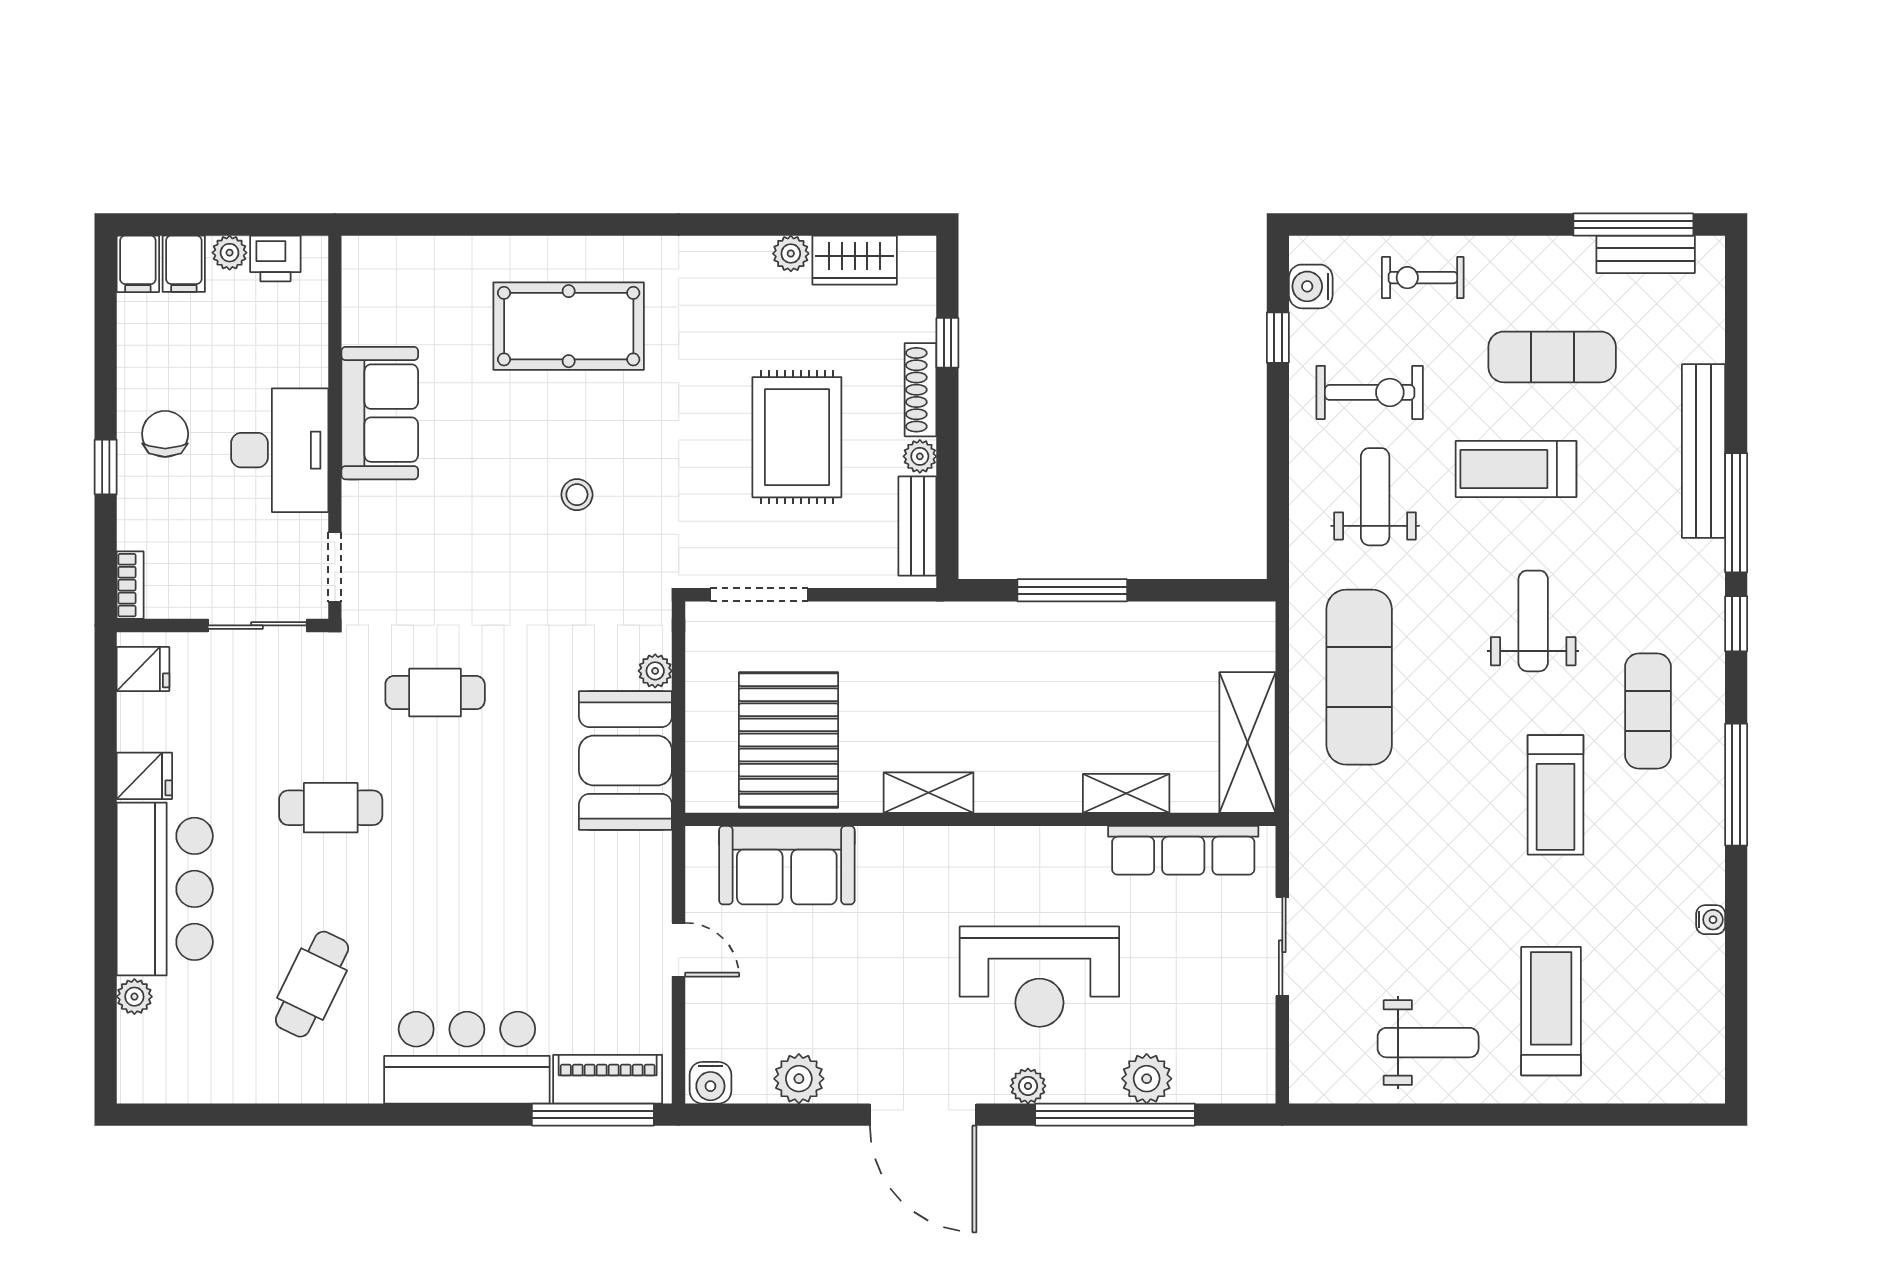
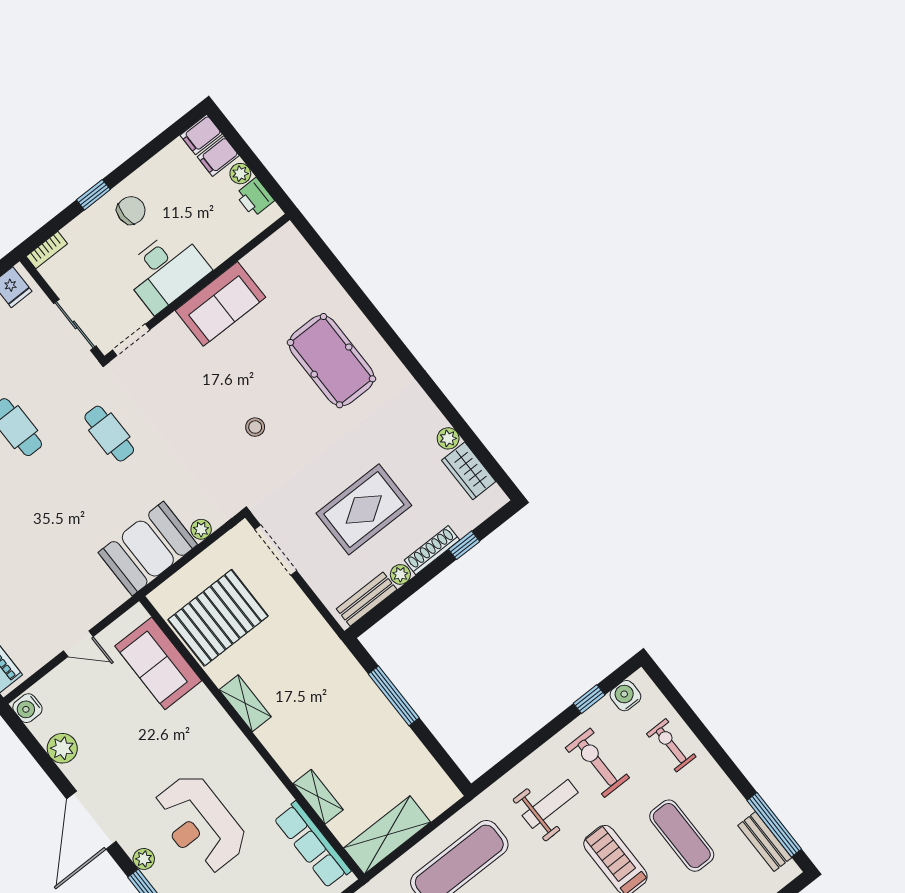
exercise bike: (1370, 392) -> (597, 763), turned 180
door: (679, 950) -> (78, 644), hinge flipped

